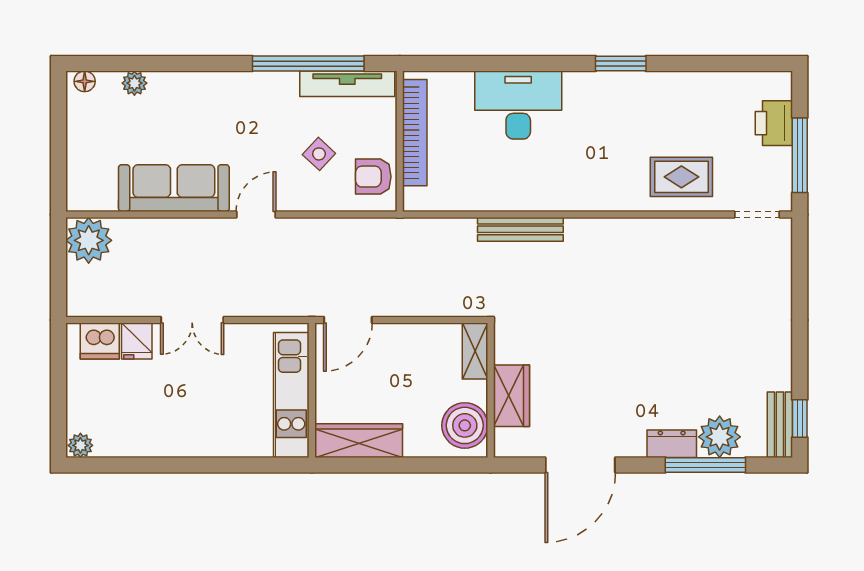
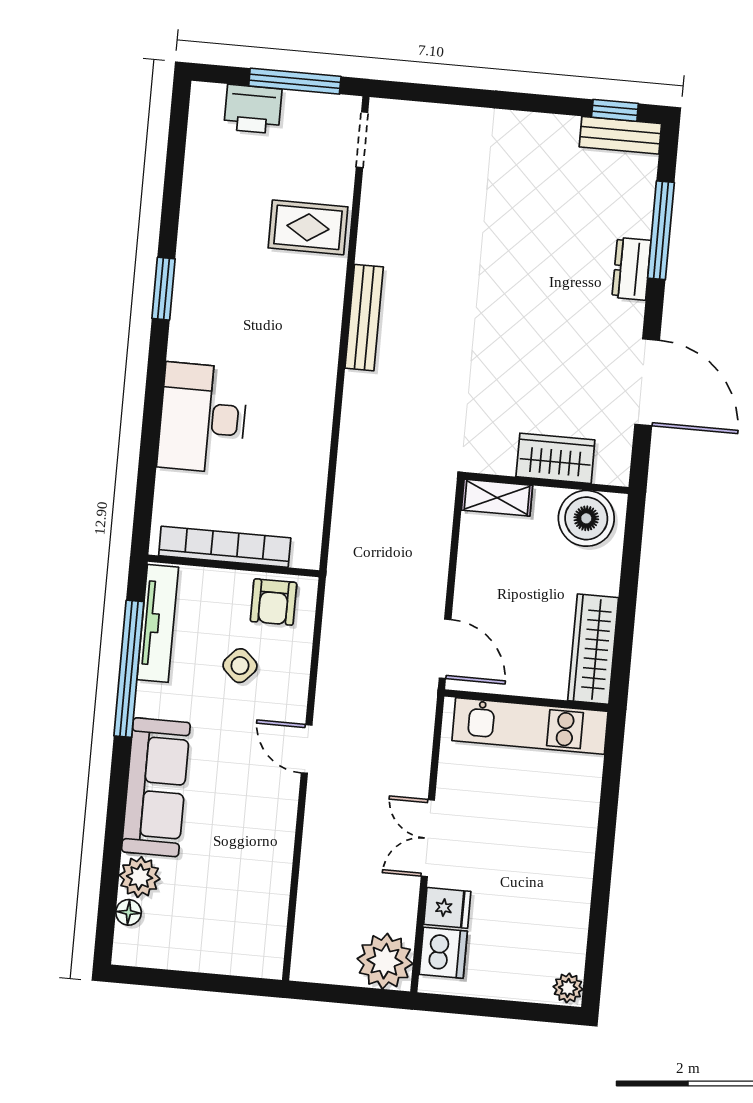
floor lamp: (85, 81) -> (129, 912), moved
plant: (134, 83) -> (140, 877), width x1.38, depth x1.38
rug: (681, 177) -> (308, 227), turned 90
sofa: (174, 188) -> (156, 787), moved, turned 180
bench: (520, 229) -> (364, 318), moved
plant: (89, 240) -> (385, 961), moved
double door: (192, 320) -> (428, 838), swing flipped
plant: (720, 437) -> (628, 210), removed

